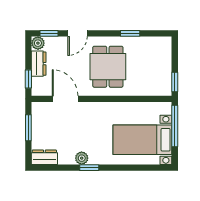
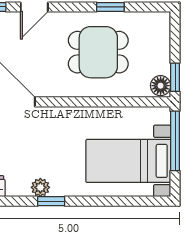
dining table: (108, 67) -> (98, 52), moved, turned 90
floor lamp: (165, 88) -> (161, 86), added

